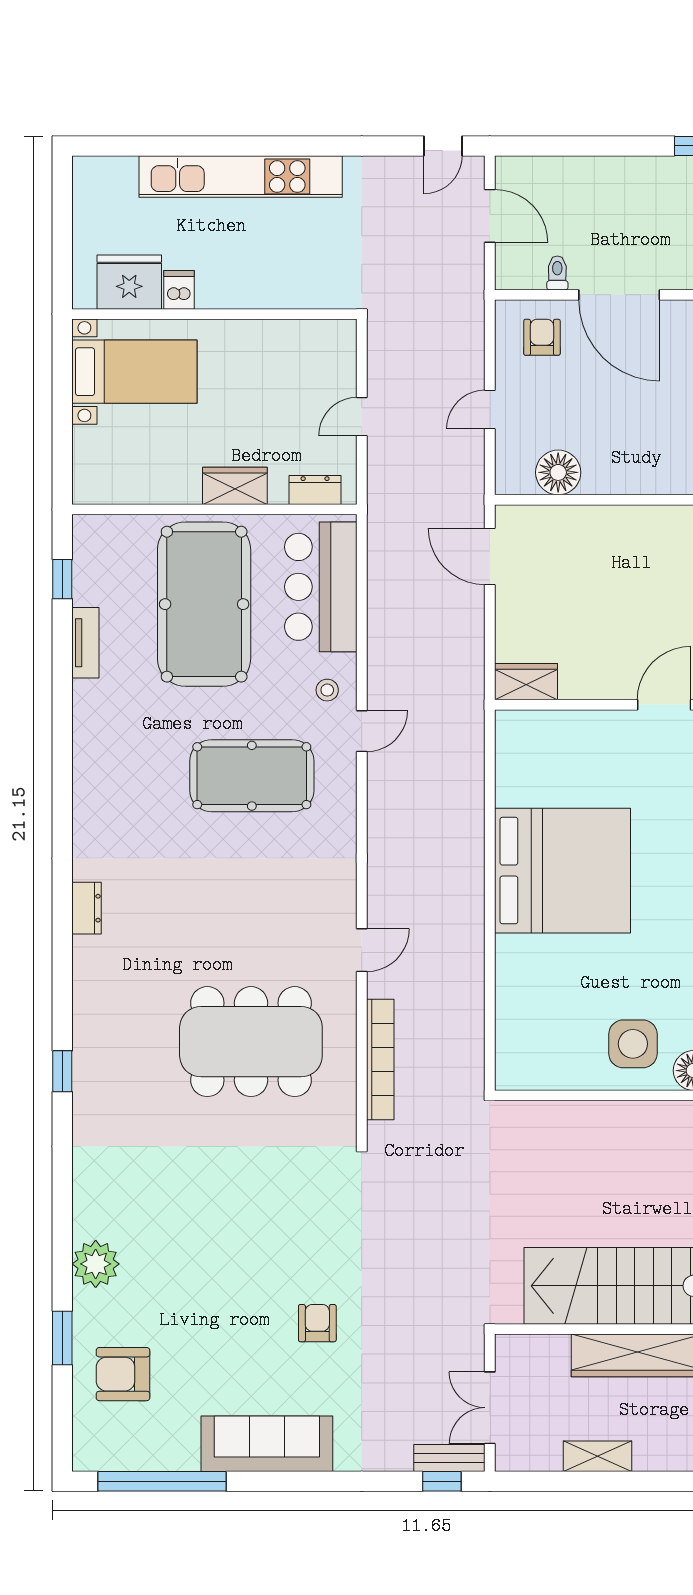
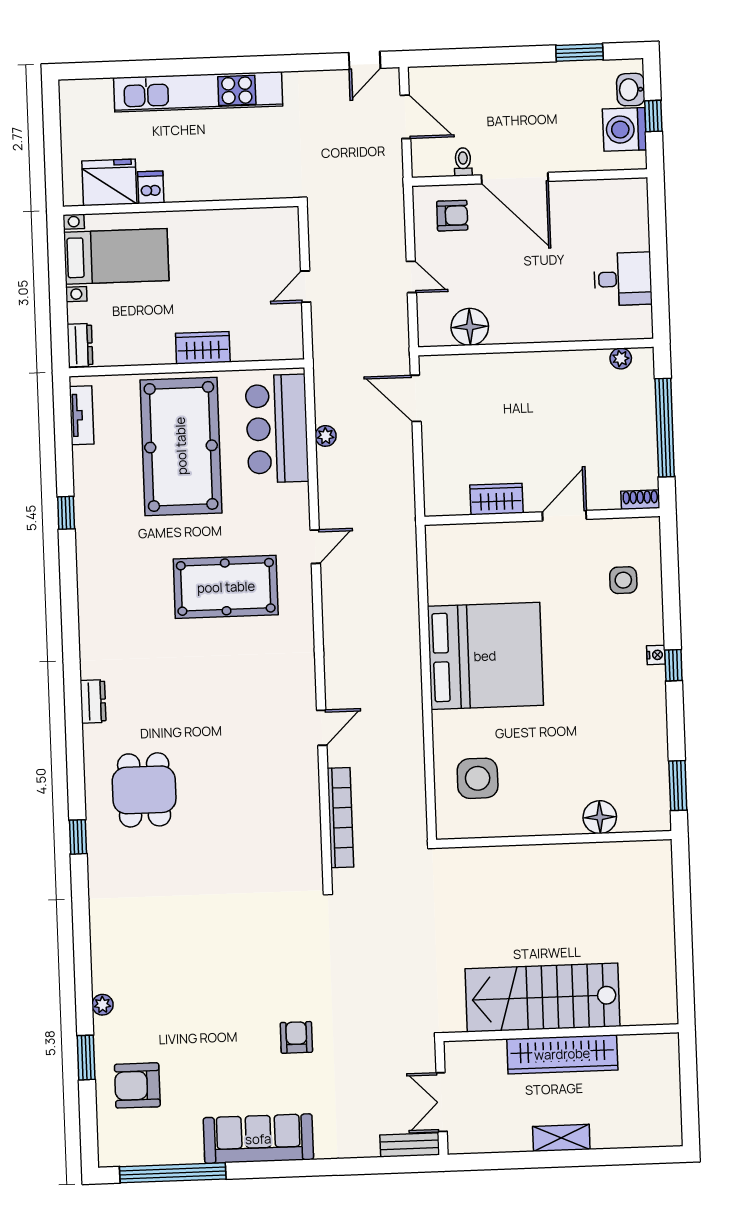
armchair: (542, 337) -> (452, 216), turned 90
door: (490, 410) -> (411, 277), swing flipped
dresser: (315, 490) -> (80, 345), moved, turned 90
window: (62, 579) -> (66, 513), moved
plant: (379, 598) -> (326, 436), added
tv unit: (85, 643) -> (82, 415), moved
wardrobe: (526, 682) -> (497, 499), moved
stool: (327, 690) -> (285, 514), removed
dining table: (251, 1042) -> (144, 790), moved, width x0.53, depth x0.80
side table: (633, 1044) -> (478, 778), moved
plant: (96, 1264) -> (103, 1005), width x0.53, depth x0.53
shelving: (598, 1456) -> (561, 1138), moved
window: (442, 1481) -> (404, 1164), removed

